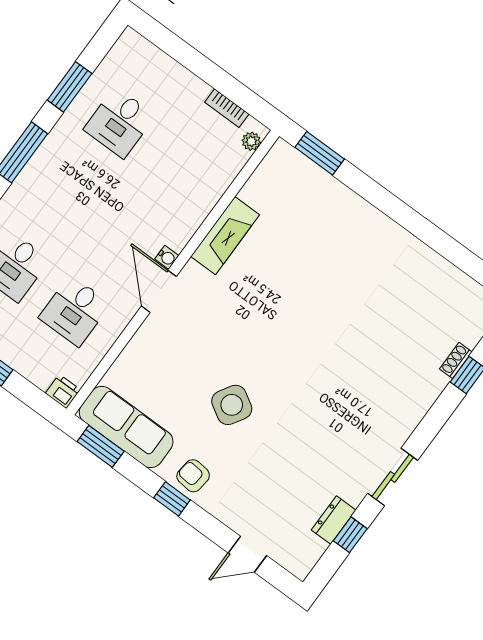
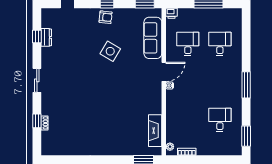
window: (70, 87) -> (246, 136), moved
fireplace: (225, 236) -> (155, 131), moved
door: (159, 291) -> (164, 72), hinge flipped
sofa: (126, 427) -> (153, 38), moved, turned 90
sliding door: (393, 477) -> (37, 80), moved

